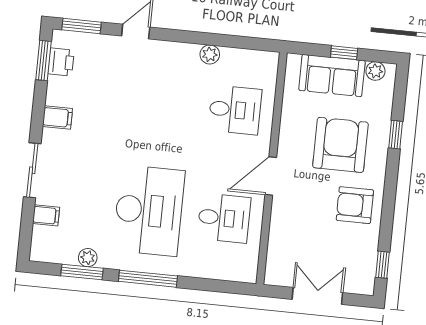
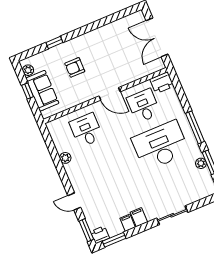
printer: (61, 62) -> (100, 235), moved
armchair: (340, 145) -> (75, 67), width x0.53, depth x0.53
armchair: (355, 205) -> (101, 44), removed
filing cabinet: (46, 215) -> (128, 223), moved
printer: (244, 265) -> (162, 83), added
window: (382, 265) -> (123, 13), removed
double door: (317, 296) -> (157, 37), width x1.37

